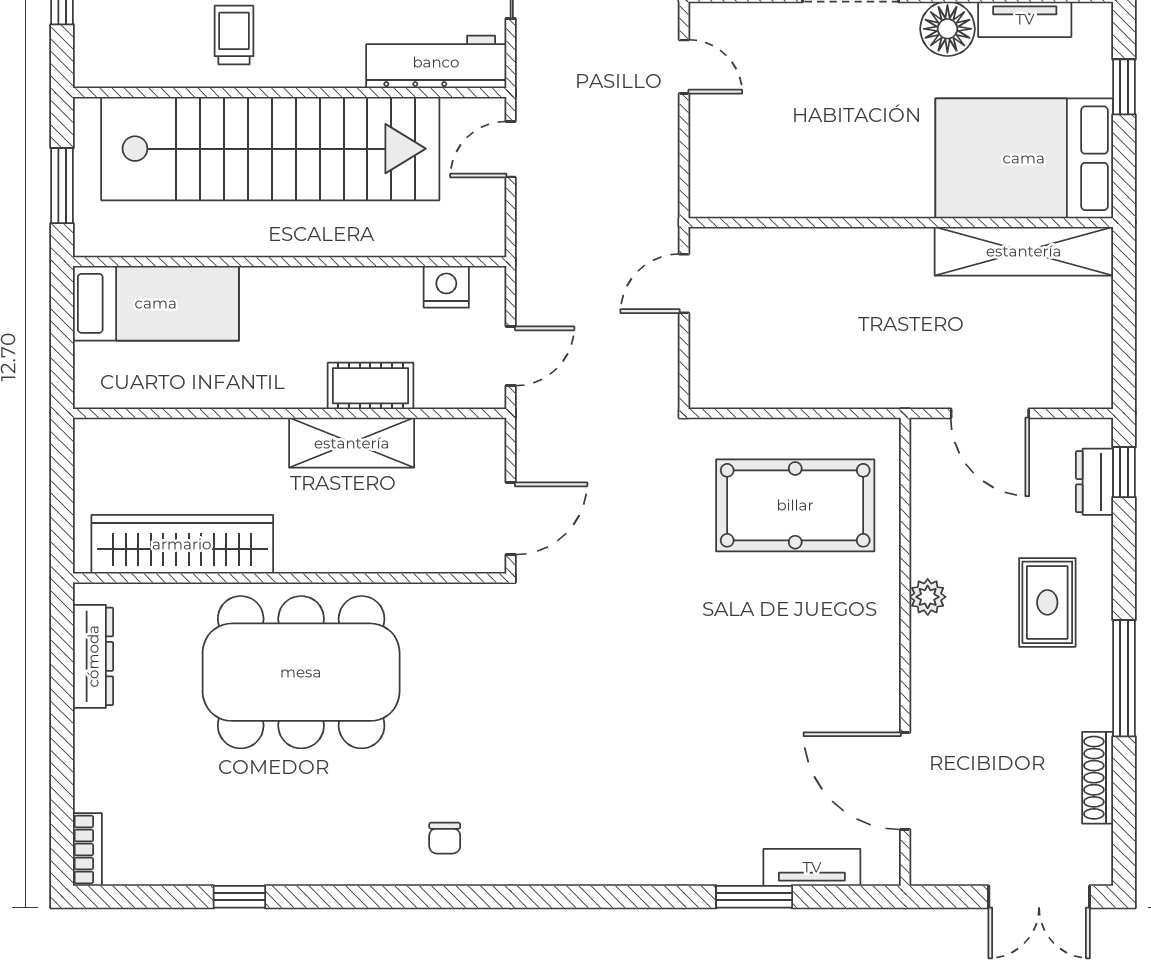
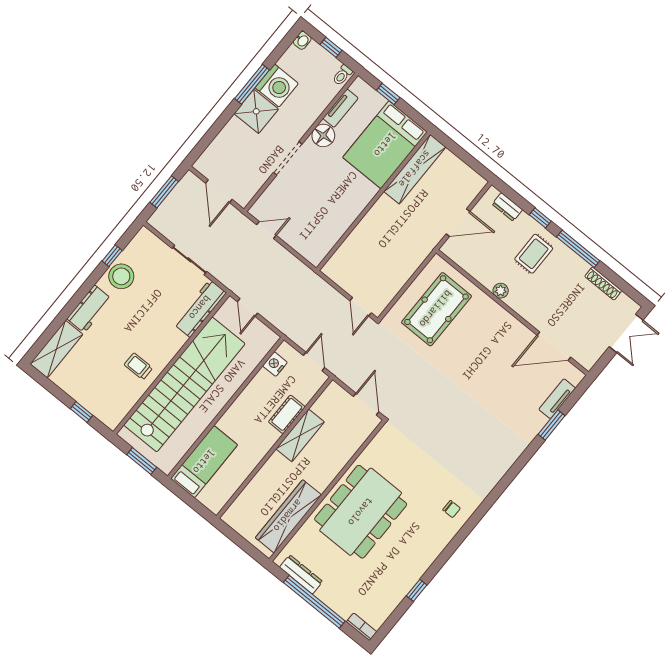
door: (684, 283) -> (361, 307), moved
window: (1124, 472) -> (540, 218), moved
rug: (1047, 602) -> (534, 254), turned 90
window: (62, 723) -> (314, 602), added

